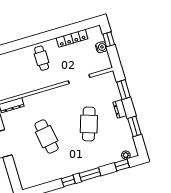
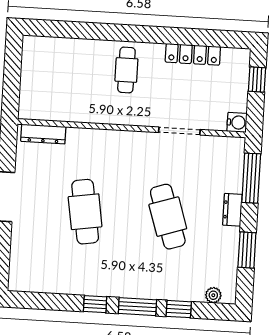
water cooler: (101, 47) -> (237, 122), moved
window: (124, 90) -> (251, 178), width x1.44
cafe table: (89, 124) -> (168, 217), turned -36
window: (122, 165) -> (179, 309), moved

